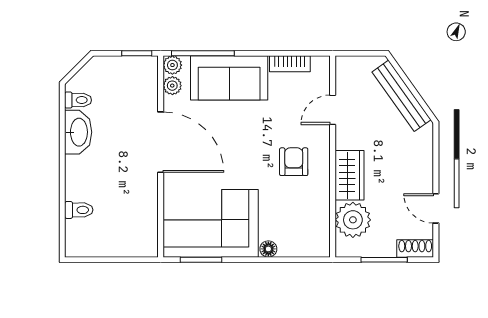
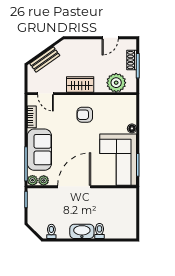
bench: (401, 96) -> (45, 59), width x0.73
door: (333, 110) -> (46, 94), moved
washbasin: (78, 132) -> (82, 231), moved
wardrobe: (350, 175) -> (80, 84), moved
toilet: (79, 210) -> (99, 231), moved
shoe rack: (415, 248) -> (132, 60), moved

